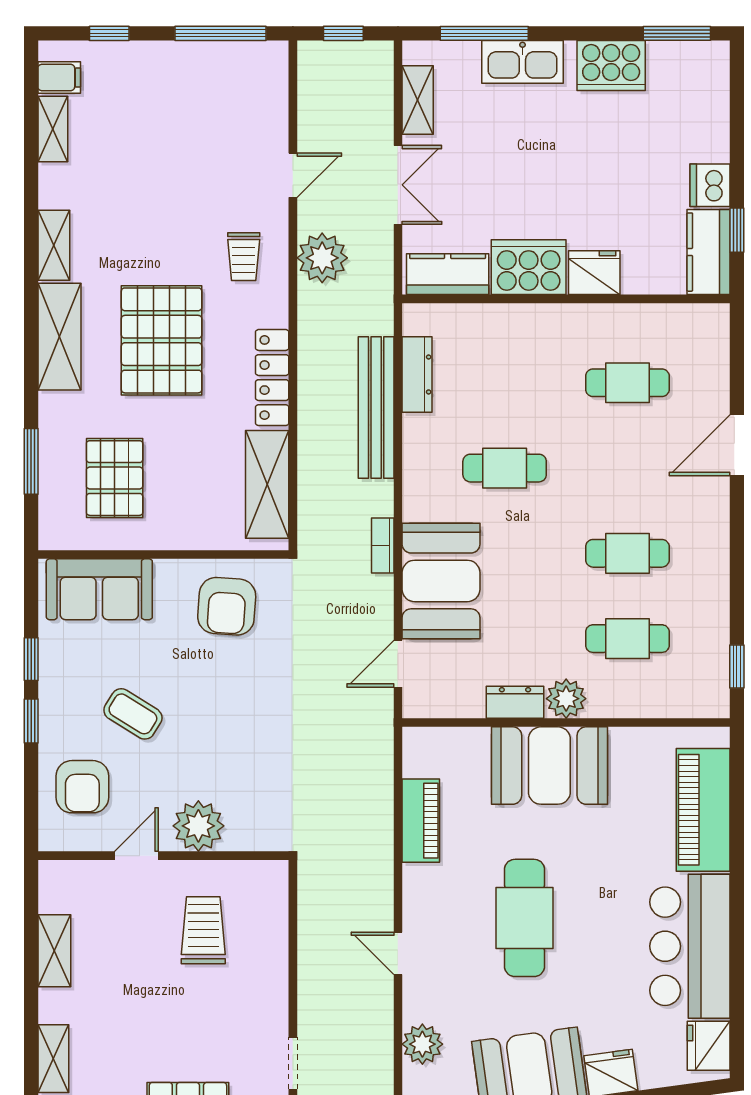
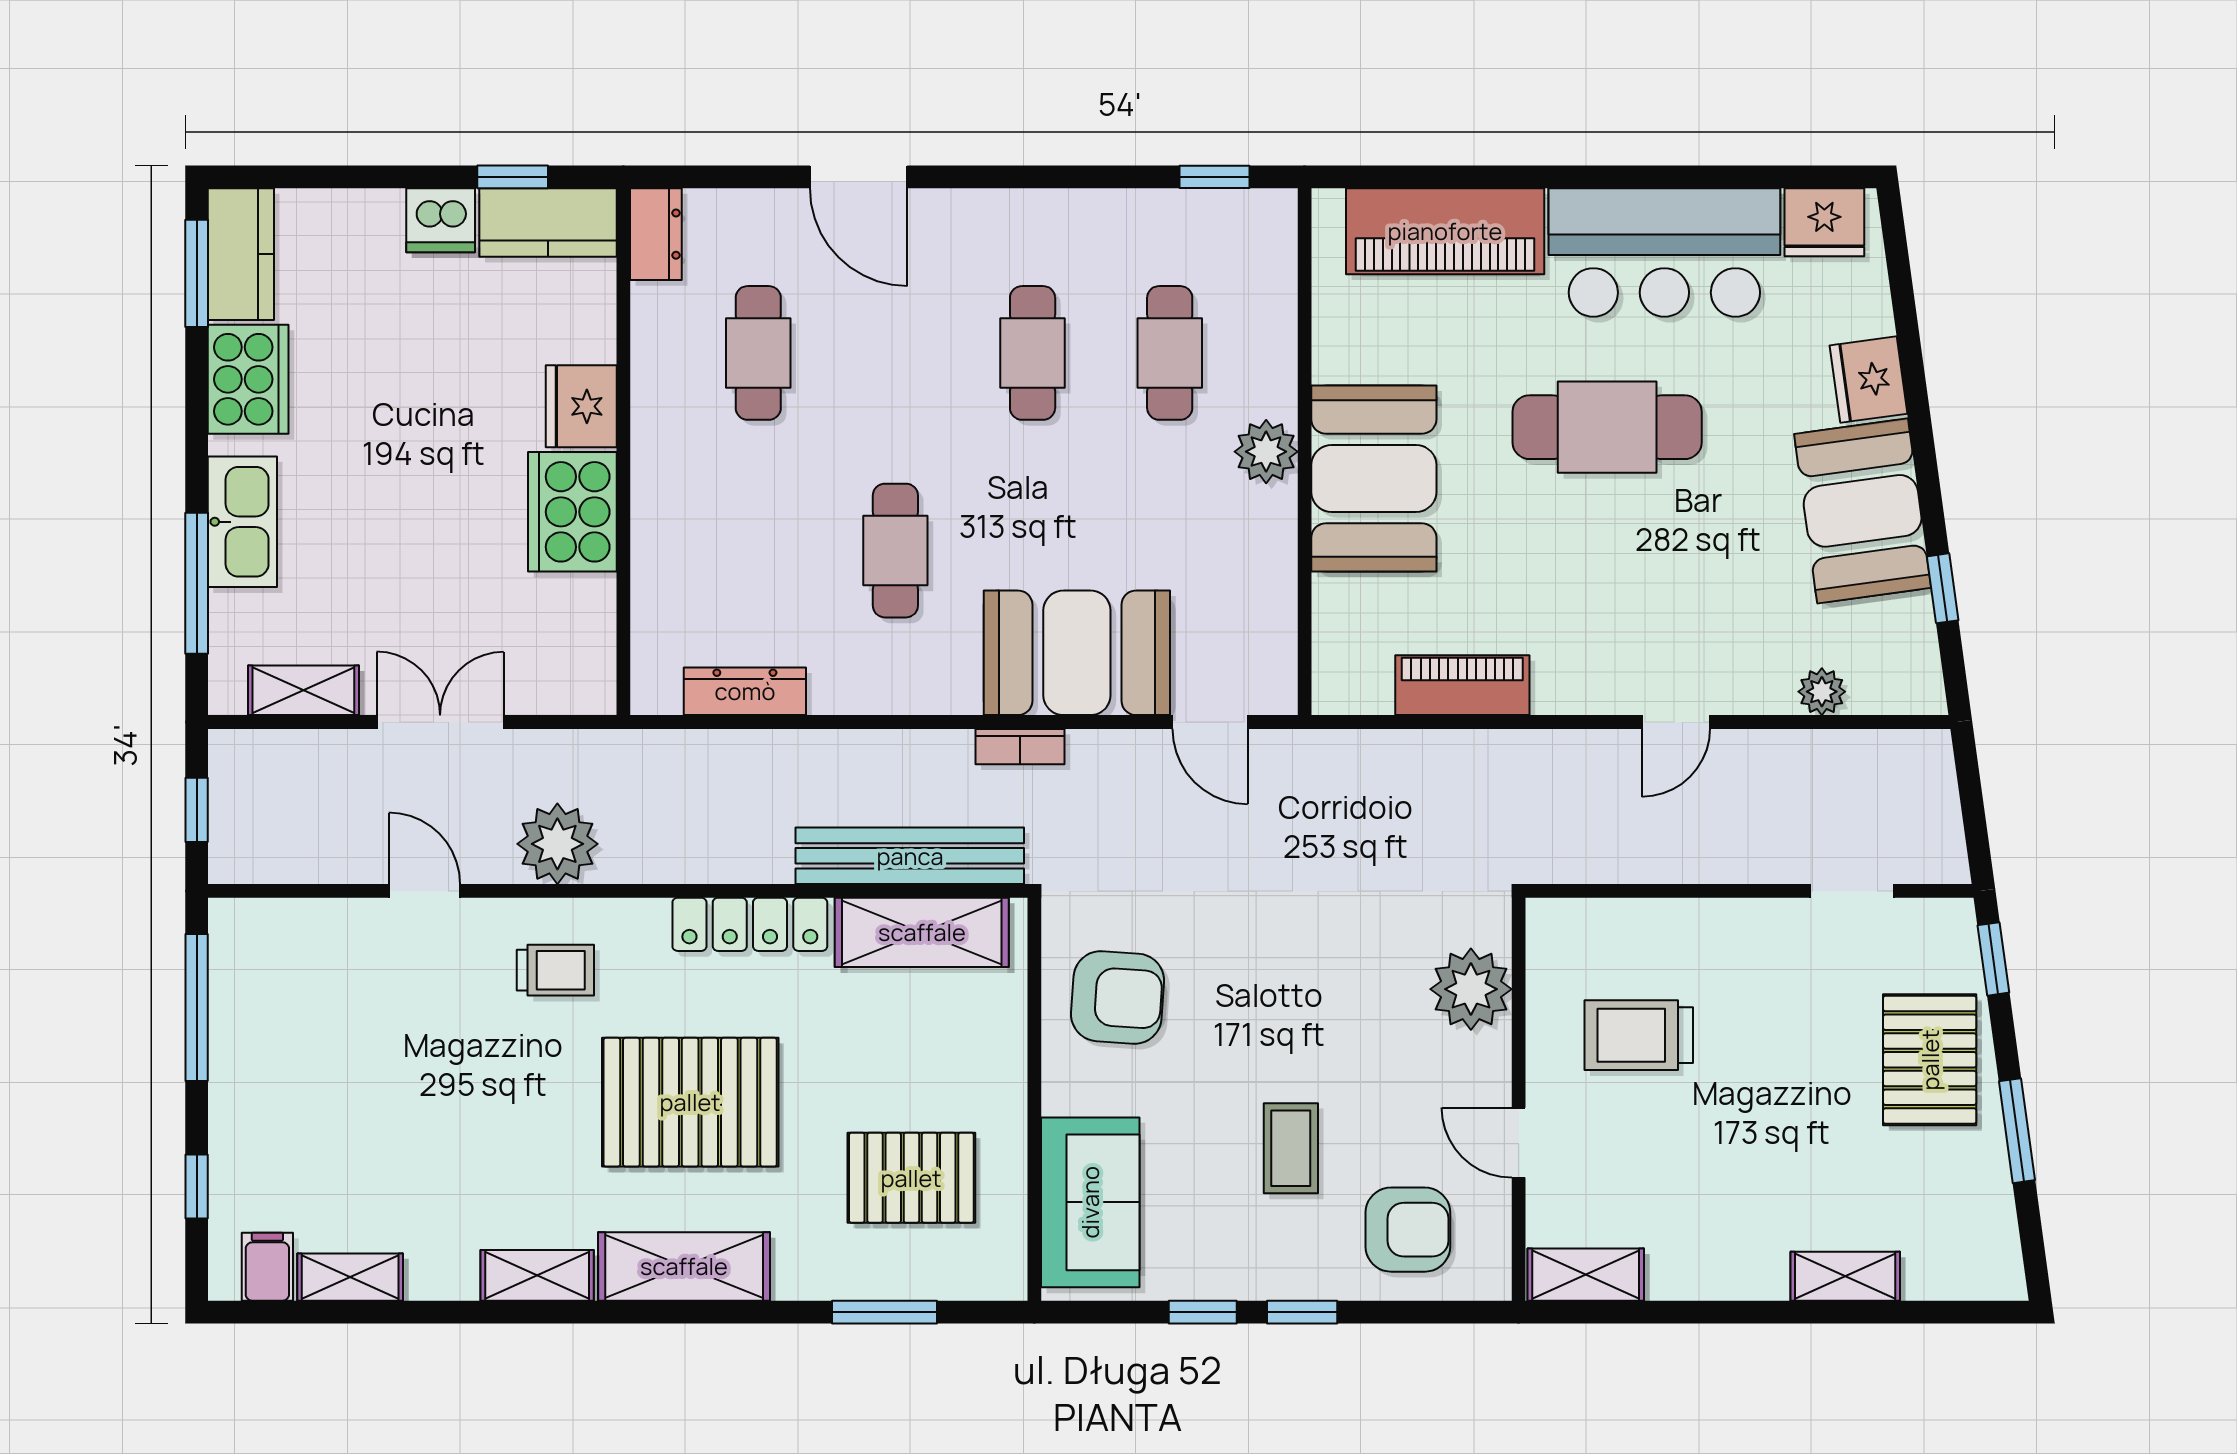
kitchen counter: (448, 274) -> (241, 254), moved, turned 180
bench: (376, 408) -> (910, 856), moved
dresser: (515, 702) -> (656, 234), moved, turned 180
coffee table: (133, 714) -> (1291, 1148), turned -32
plant: (198, 826) -> (1471, 989), moved
cafe table: (524, 918) -> (1607, 427), moved
shelving: (54, 951) -> (1586, 1275), moved
plant: (422, 1044) -> (1822, 692), width x0.73, depth x0.73

